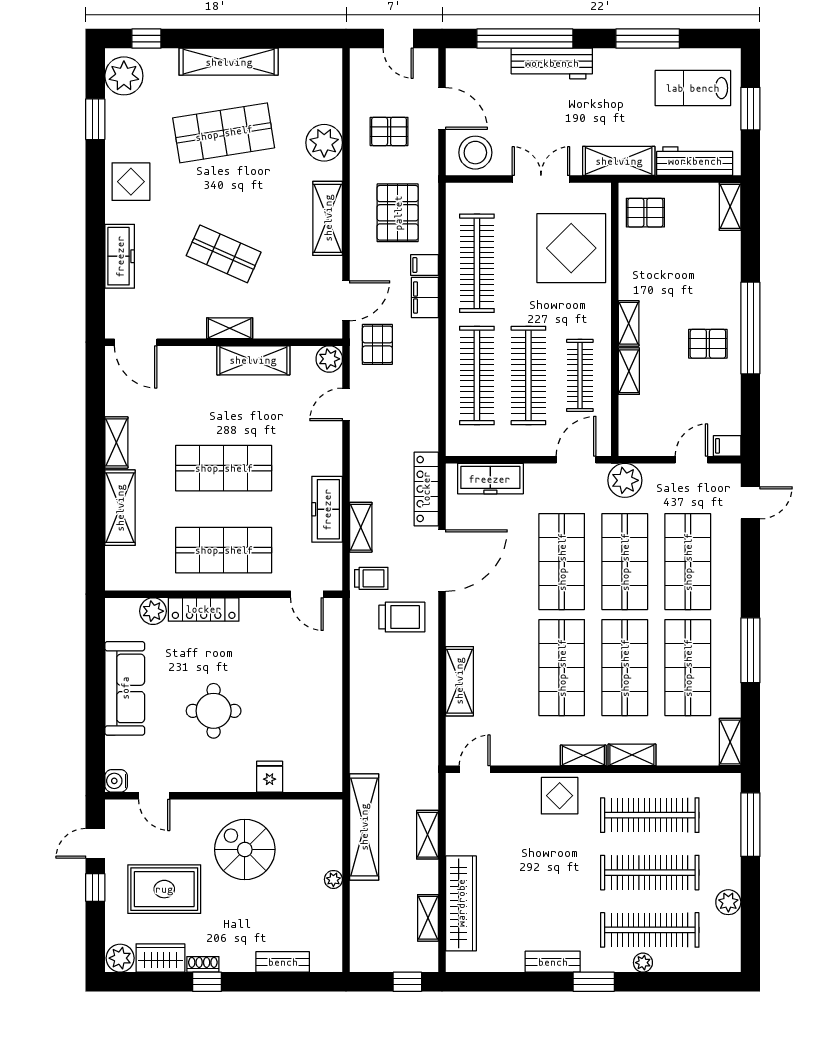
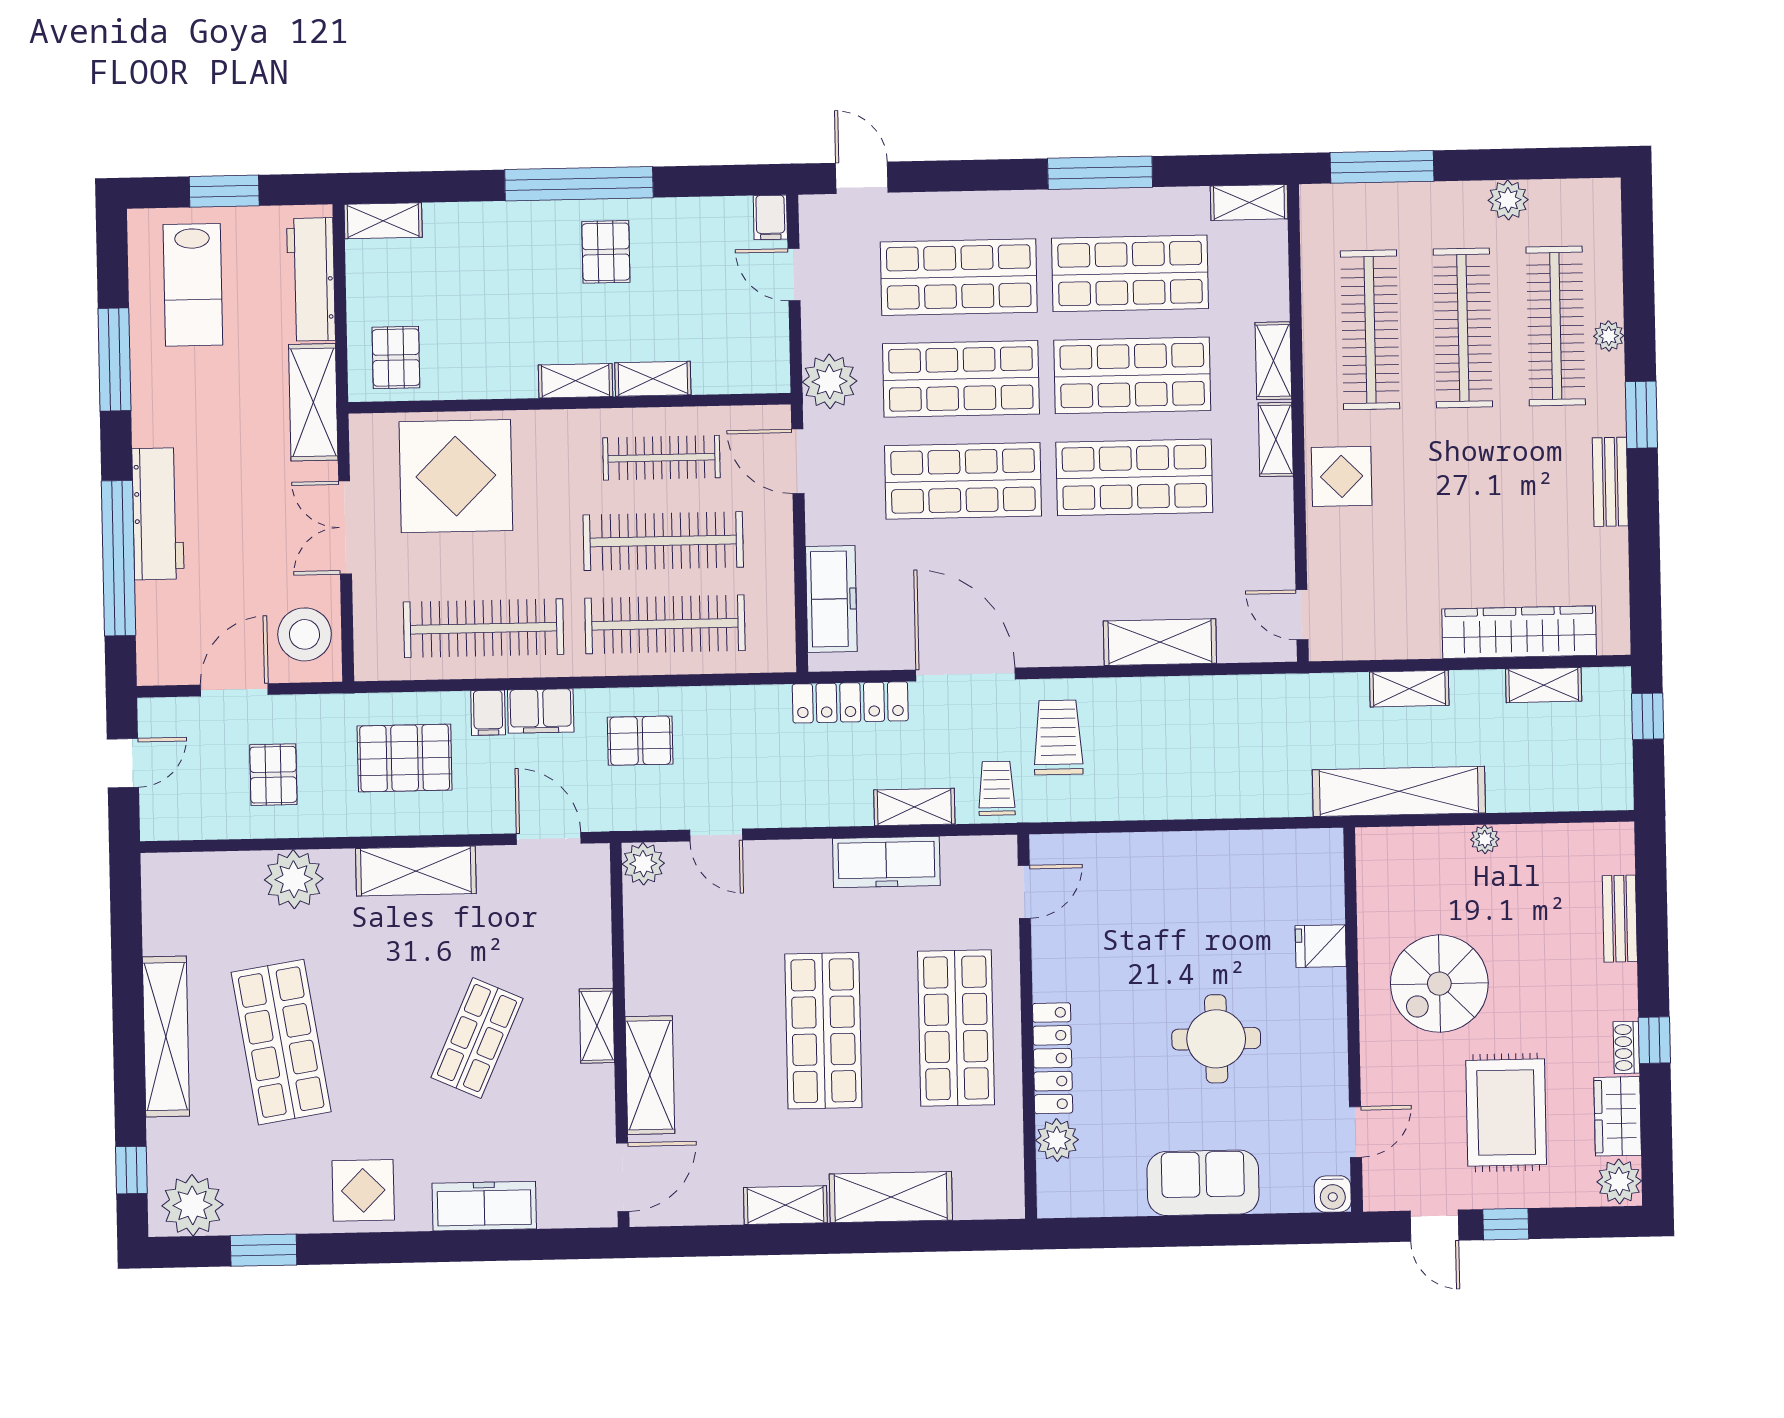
pallet: (377, 344) -> (640, 741), moved
shelving: (253, 360) -> (650, 1075), moved
sofa: (125, 688) -> (1203, 1183), width x0.73

